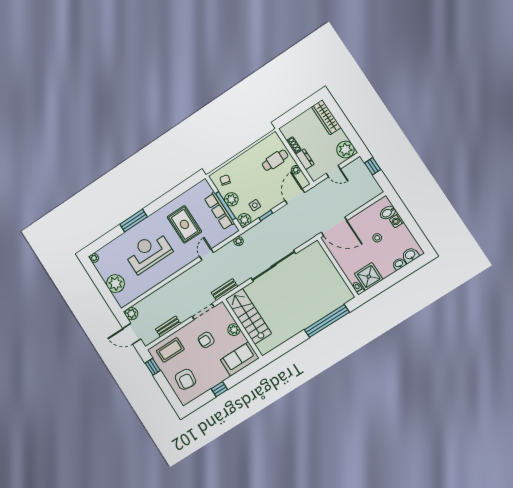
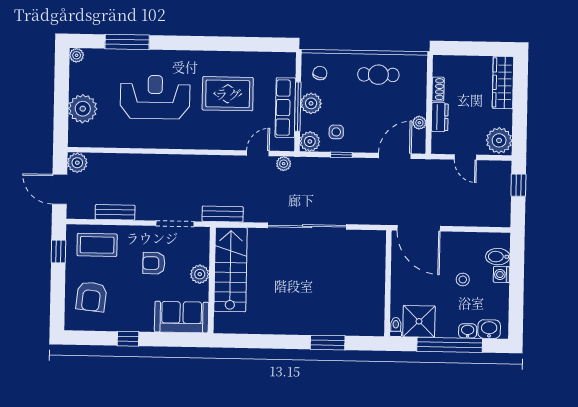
cafe table: (275, 160) -> (378, 75), moved
window: (134, 221) -> (127, 42), moved
rug: (184, 224) -> (228, 94), turned 90
door: (207, 254) -> (258, 153), moved
window: (394, 278) -> (450, 345), added
window: (327, 321) -> (328, 343), width x0.47

